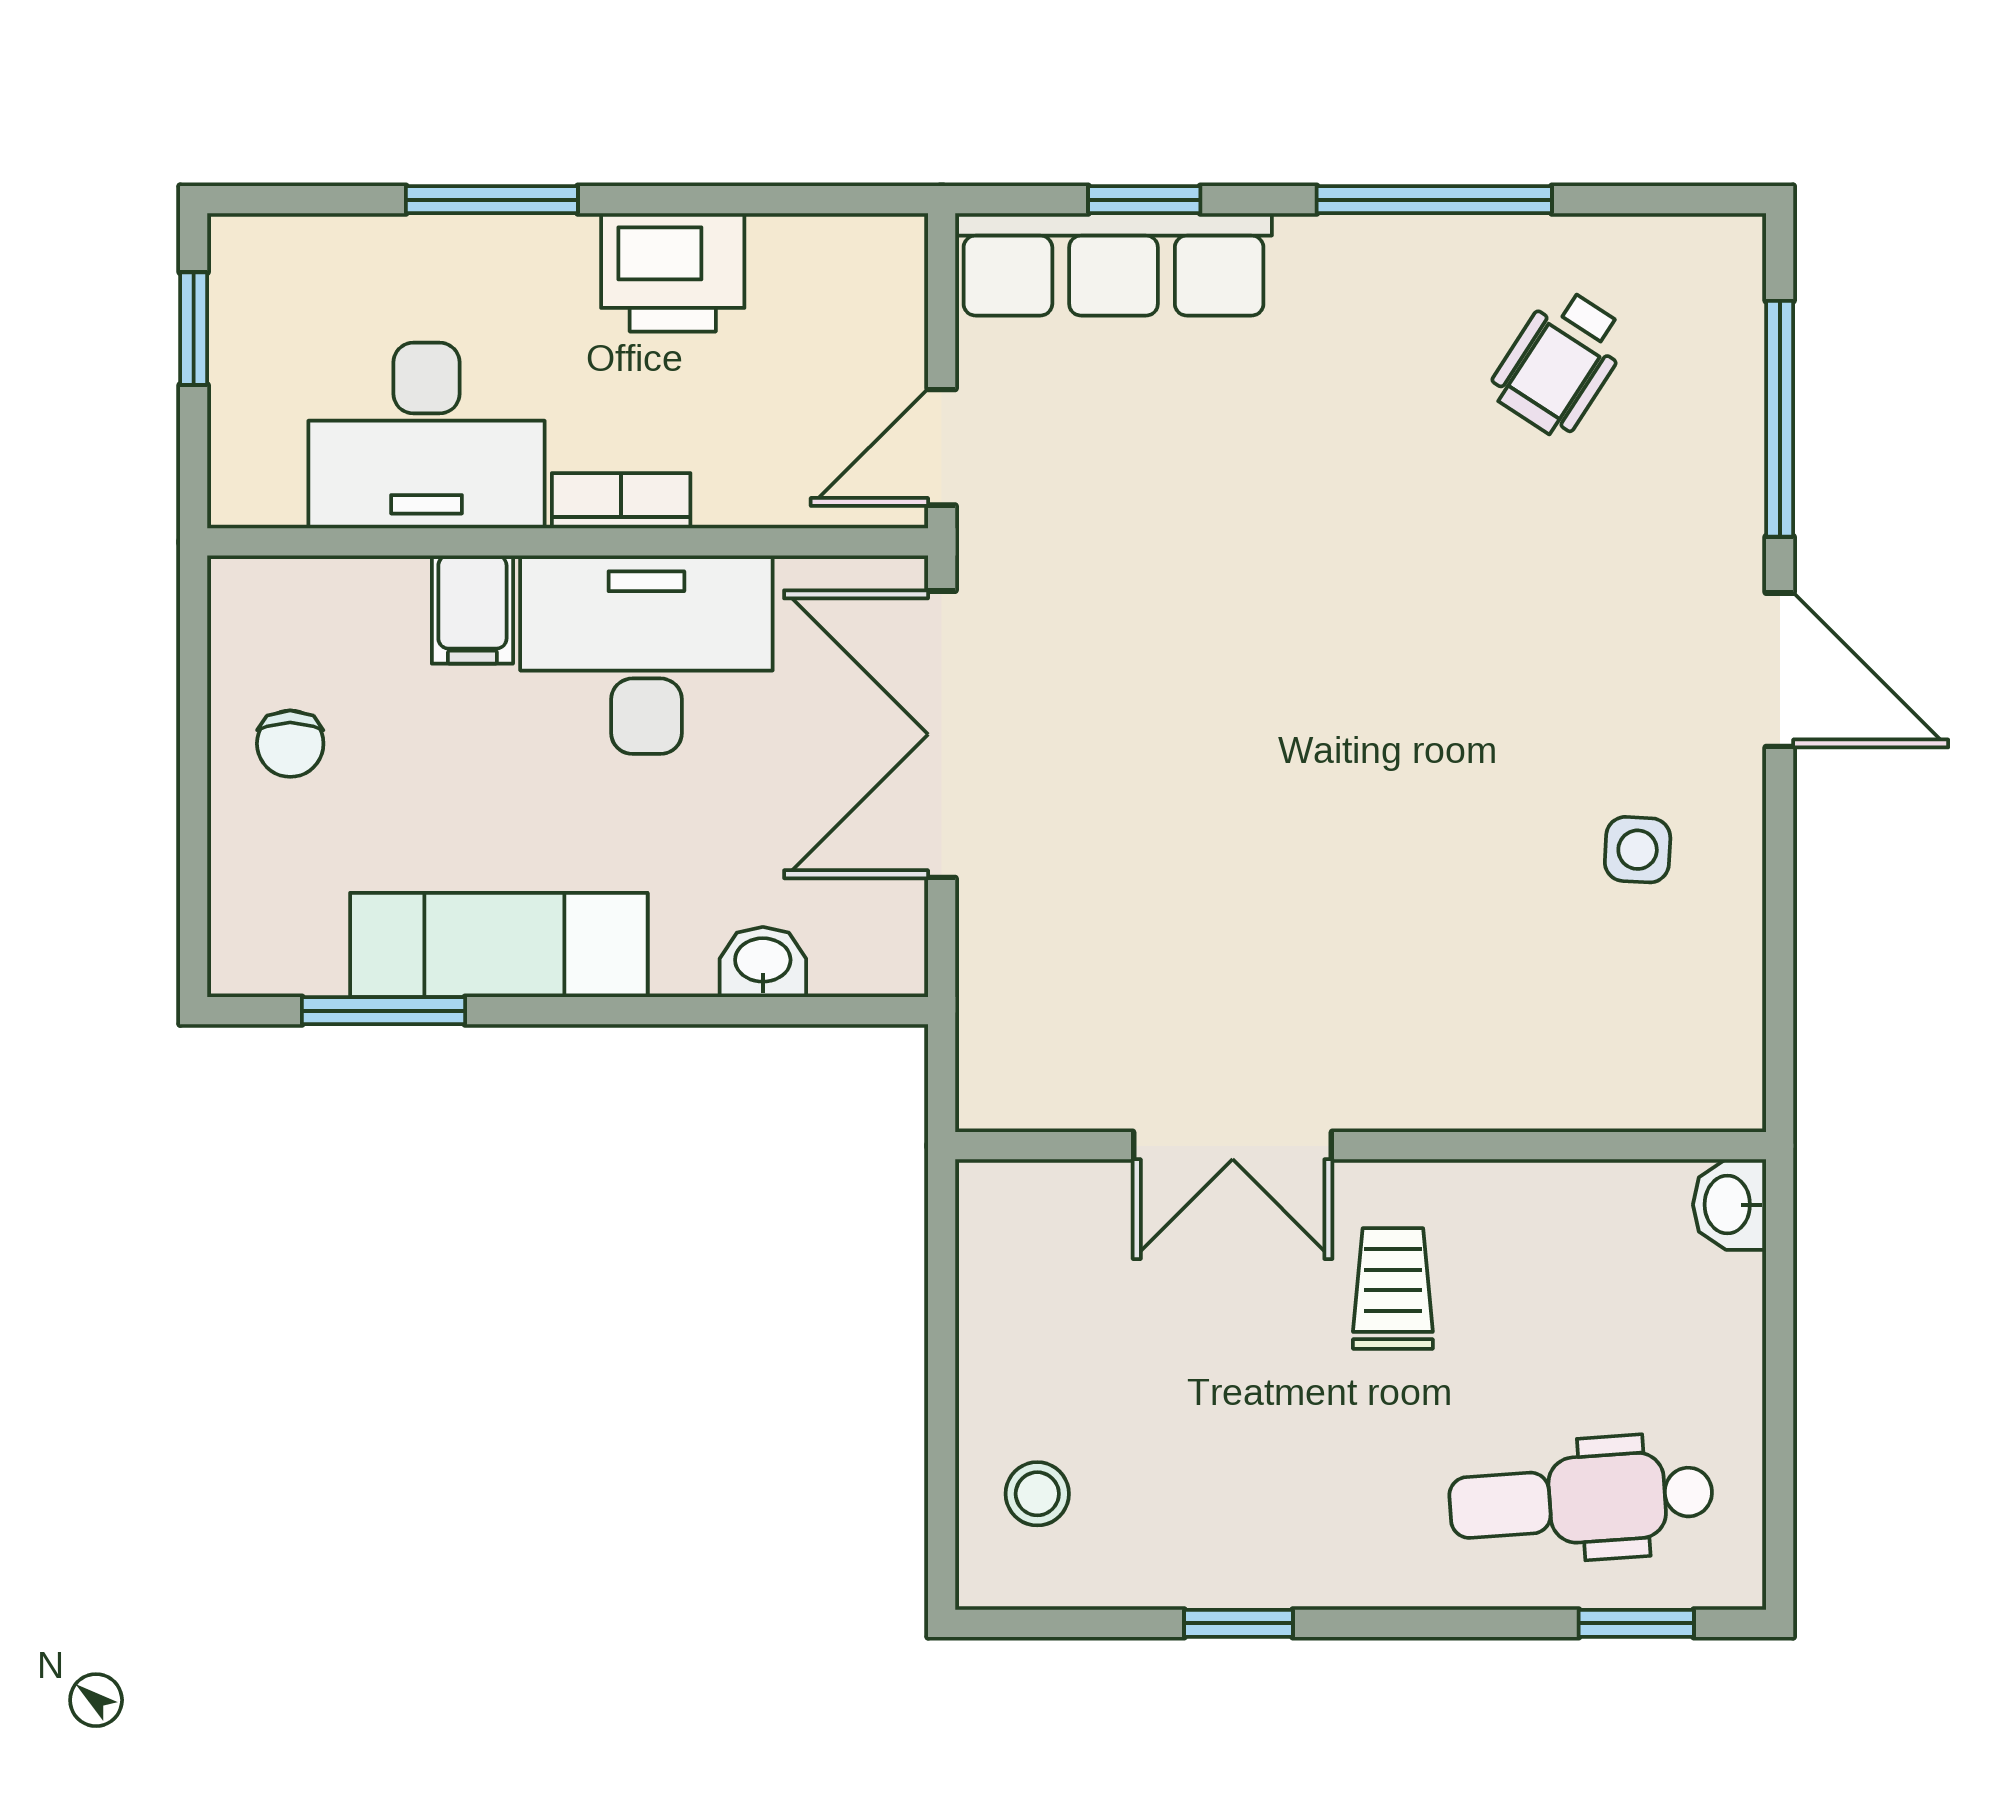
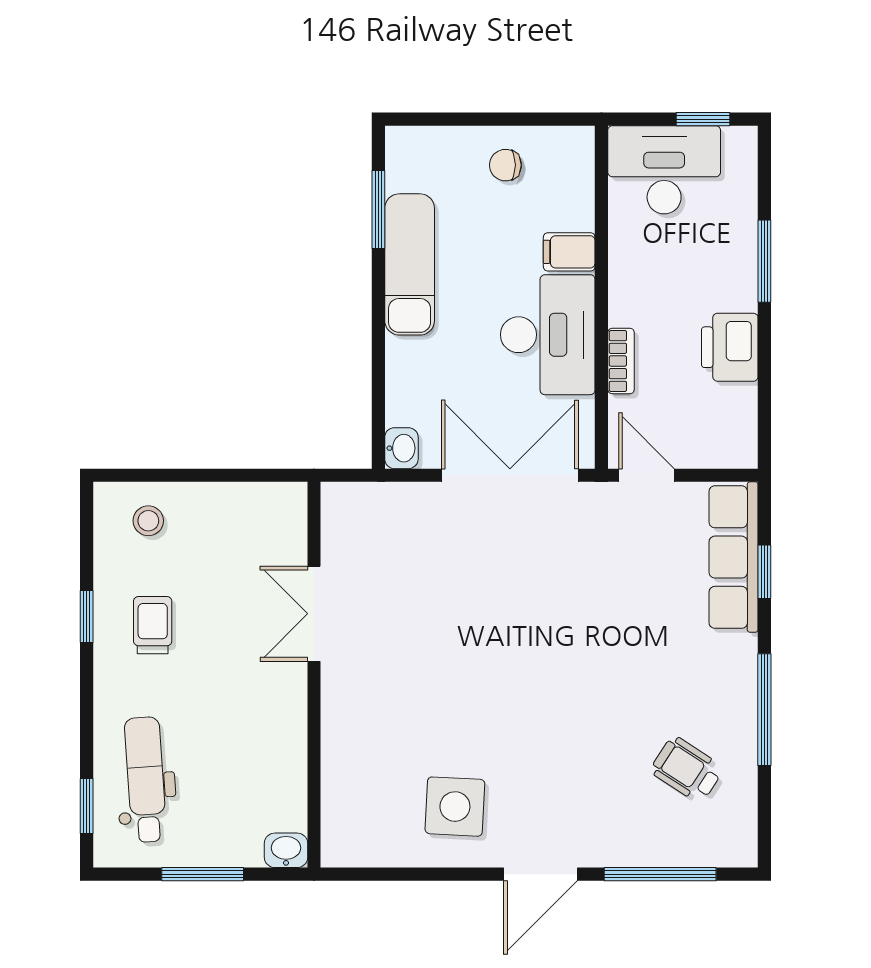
desk: (426, 436) -> (664, 170), moved, turned 90
bookcase: (621, 501) -> (621, 361), moved
side table: (1638, 850) -> (455, 807), width x1.87, depth x1.87
washbasin: (763, 962) -> (401, 448), moved
trolley: (1393, 1288) -> (153, 625), moved, turned -90
window: (1780, 1380) -> (203, 874), added

